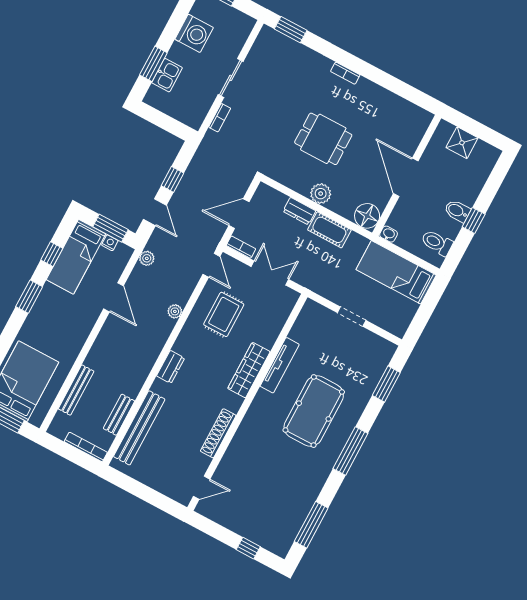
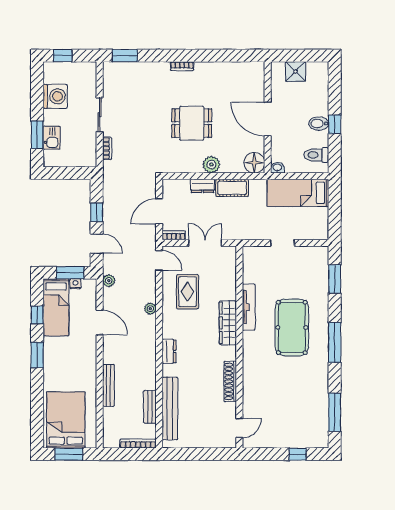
bench: (76, 390) -> (108, 385), moved

